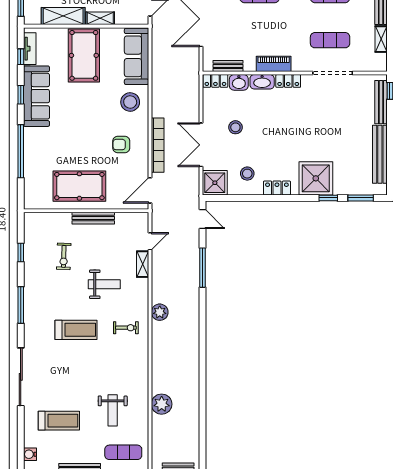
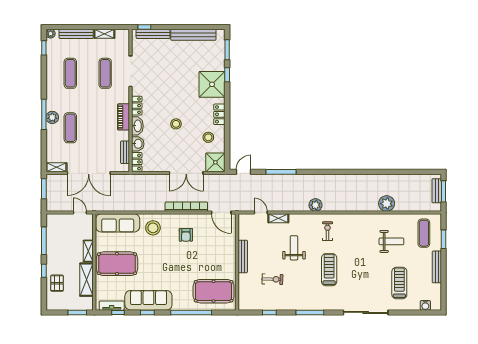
stool: (235, 127) -> (176, 124), moved
pool table: (79, 186) -> (214, 291), moved, turned 90

